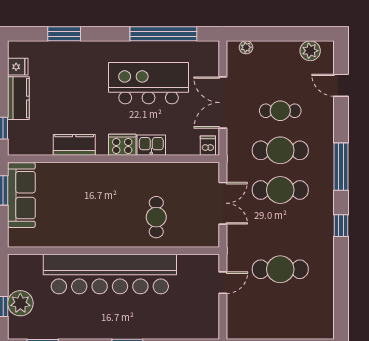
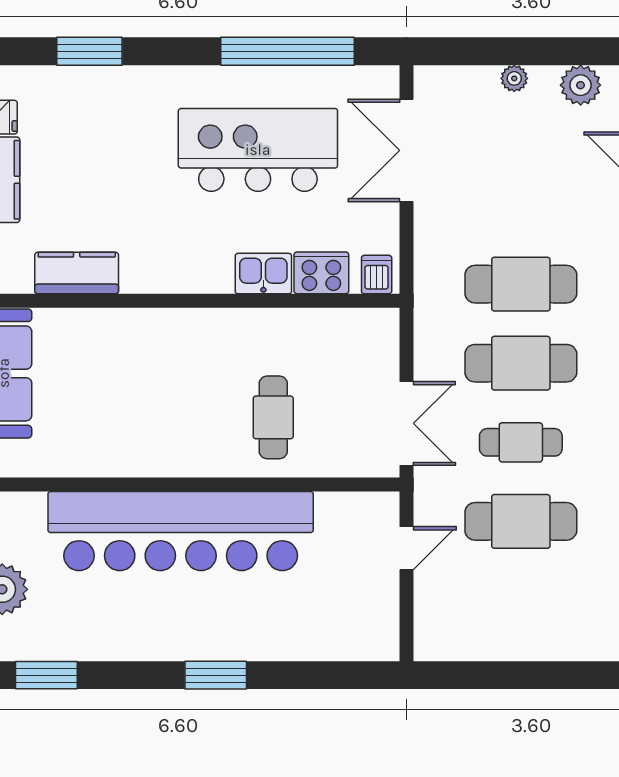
plant: (246, 47) -> (514, 78), moved
double door: (223, 103) -> (406, 150), moved
cafe table: (280, 111) -> (521, 442), moved
kitchen counter: (74, 145) -> (77, 273), moved
cooker: (122, 145) -> (321, 273), moved
double door: (223, 203) -> (406, 423), moved

